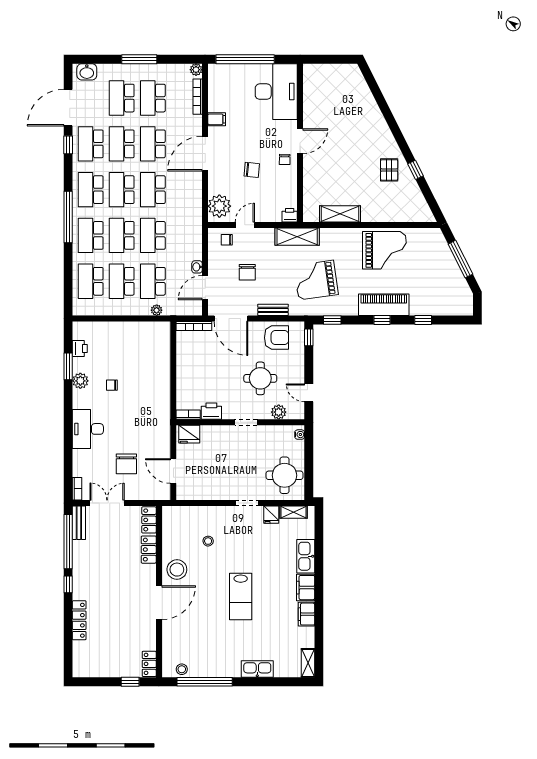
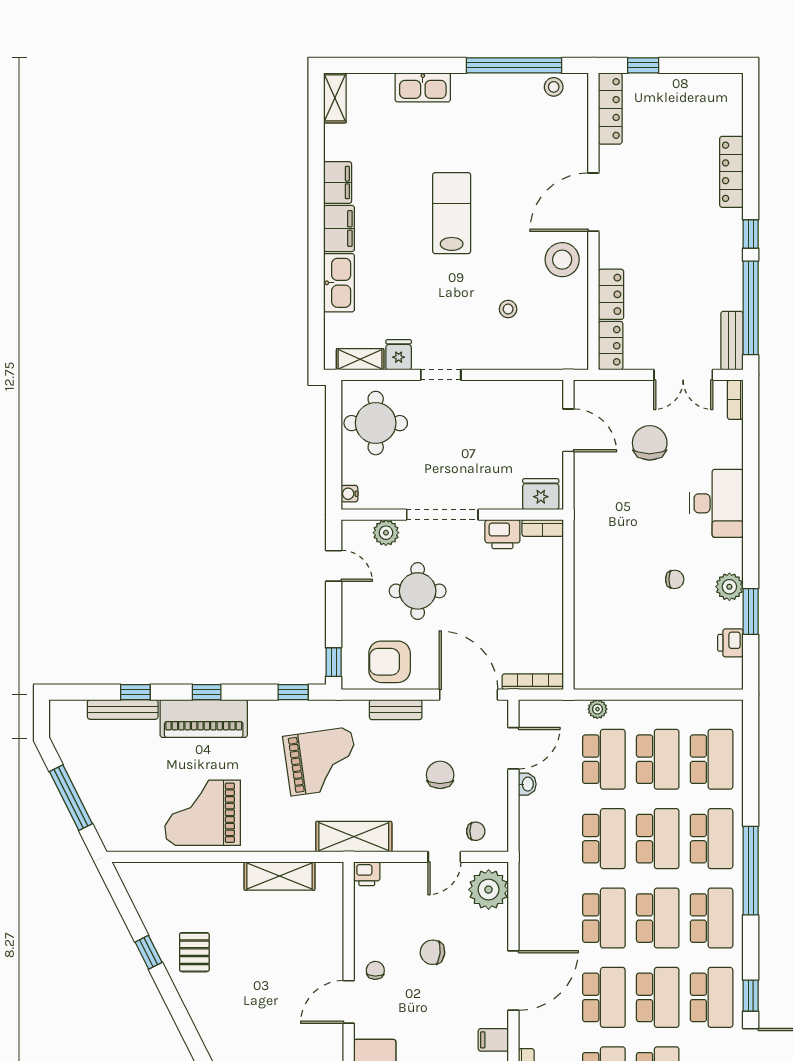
bench: (430, 310) -> (123, 709), added
doorway: (246, 422) -> (442, 515), width x1.87
locker: (149, 664) -> (610, 109), width x1.53

